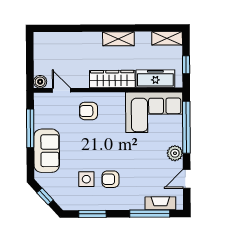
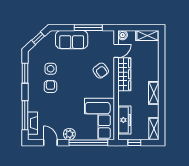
shelving: (41, 48) -> (147, 35), added
wardrobe: (112, 79) -> (124, 74), moved
armchair: (88, 111) -> (101, 71), turned 144

